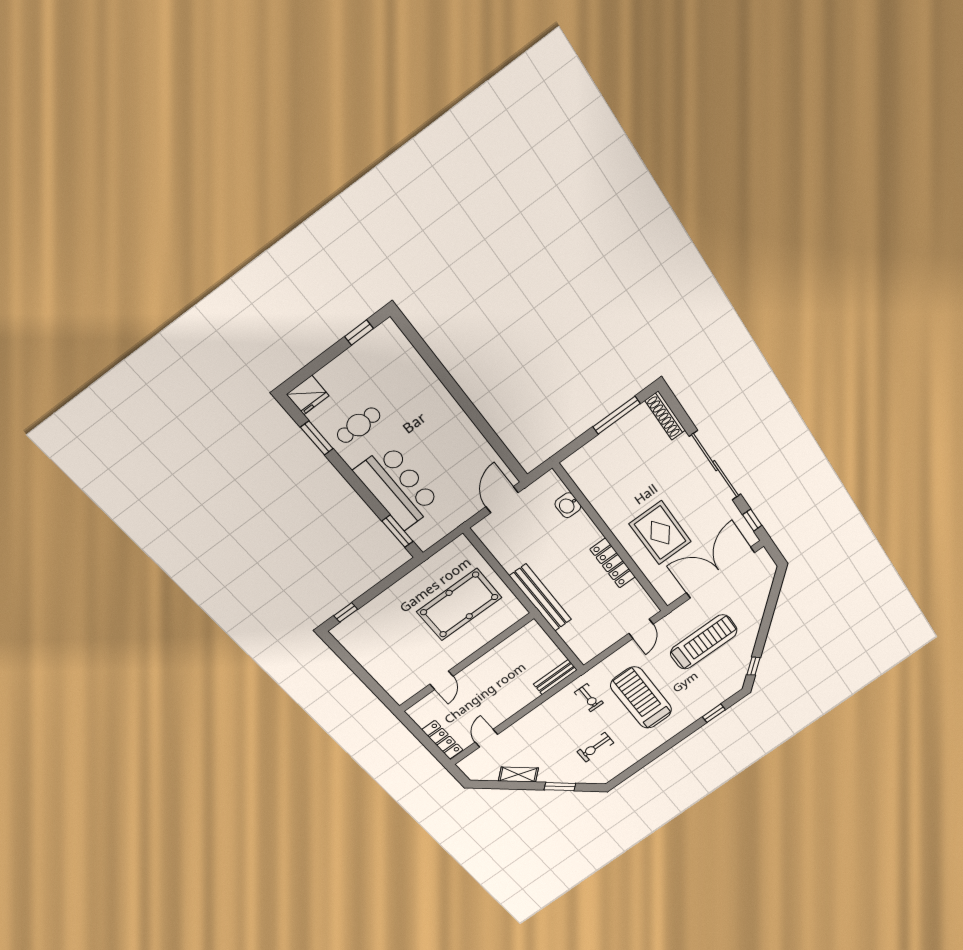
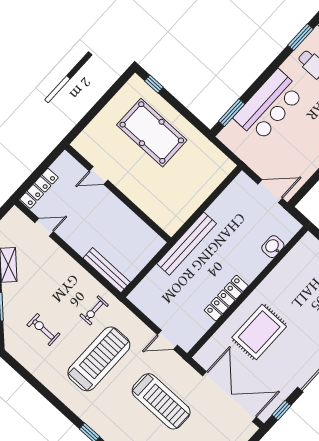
pool table: (459, 605) -> (152, 133), moved
bench: (555, 677) -> (107, 270), width x1.36

